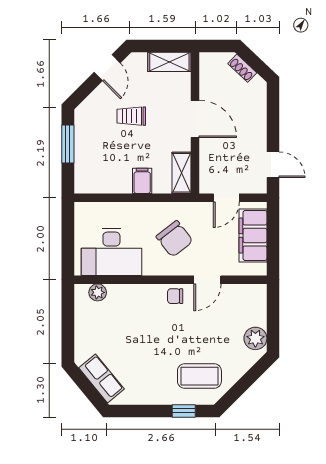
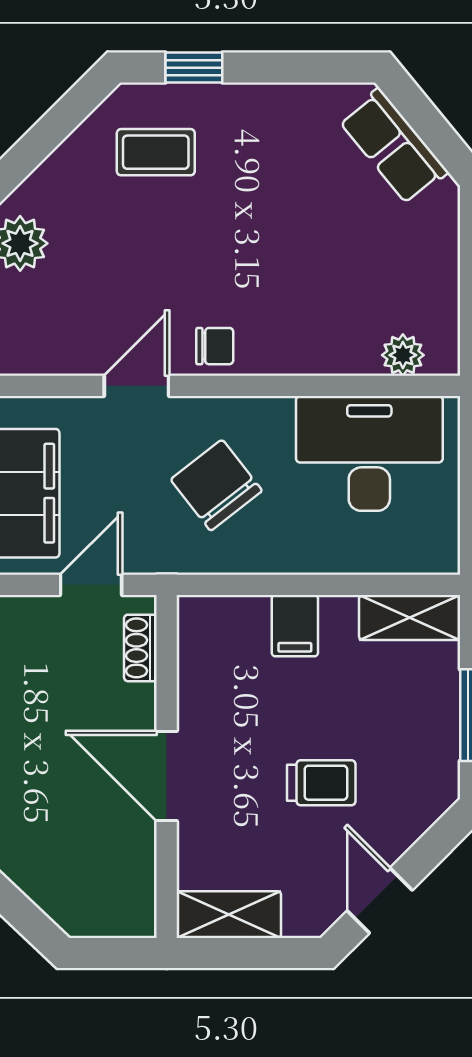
shoe rack: (242, 68) -> (140, 648), moved, turned -133
shelving: (182, 173) -> (410, 618), moved, turned 90
coffee table: (199, 376) -> (156, 152), width x0.73, depth x0.77

